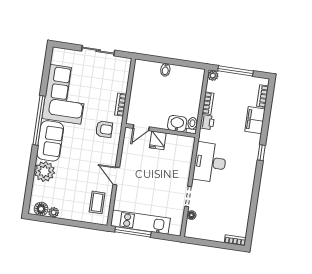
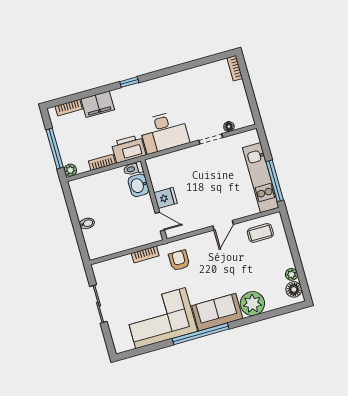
printer: (207, 122) -> (129, 149), width x1.87, depth x1.48

